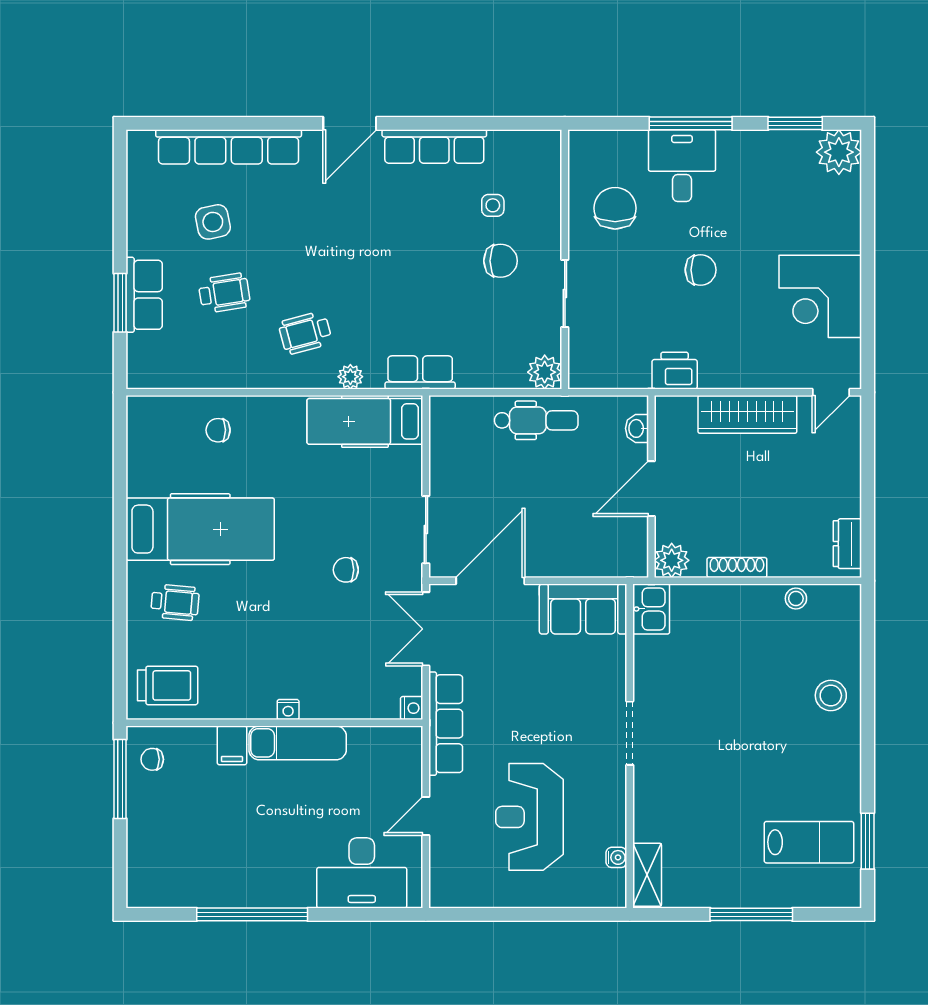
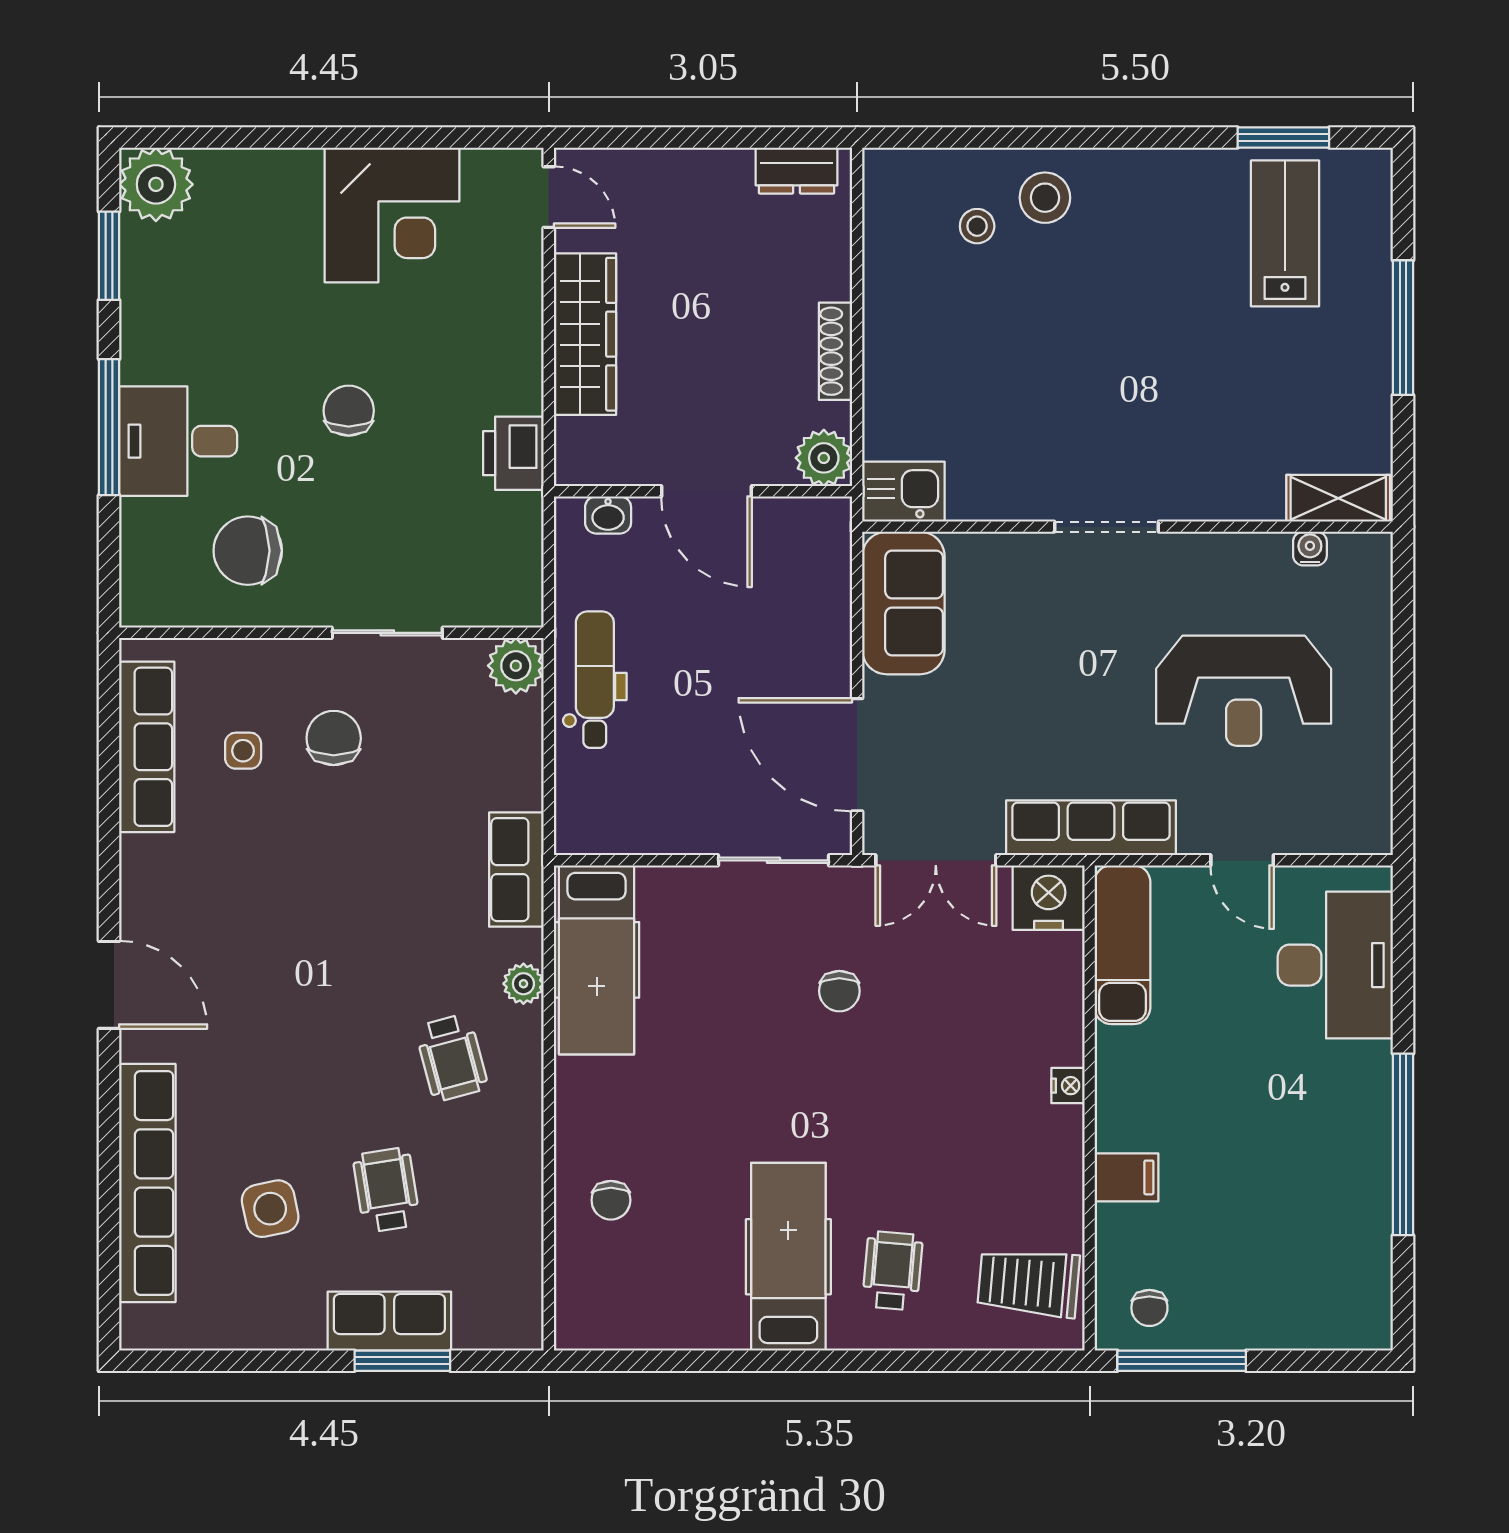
row of seats: (434, 146) -> (147, 747), moved
hospital bed: (200, 529) -> (788, 1257), width x0.73, depth x0.78
stool: (796, 599) -> (977, 226), moved
trolley: (168, 685) -> (1029, 1283), turned -85
nightstand: (412, 708) -> (1049, 898), width x1.89, depth x1.79
exam couch: (298, 743) -> (1122, 945), moved

